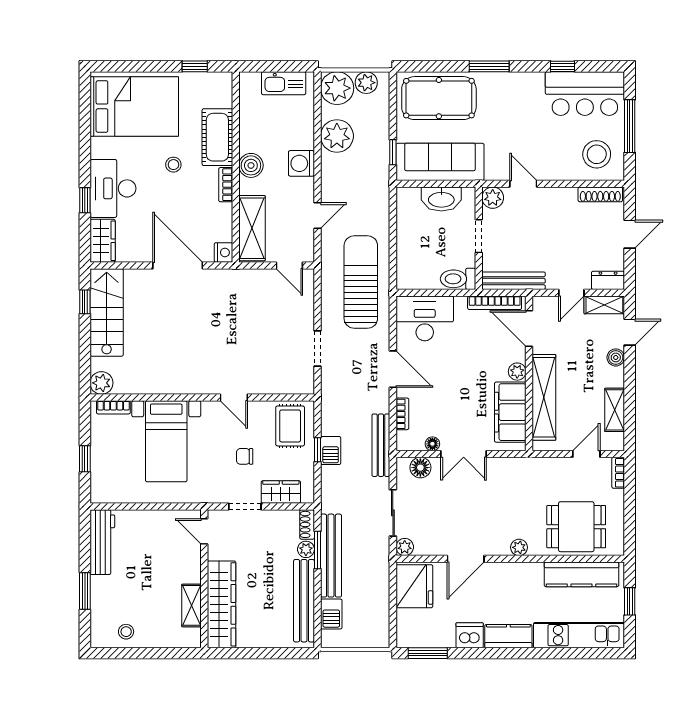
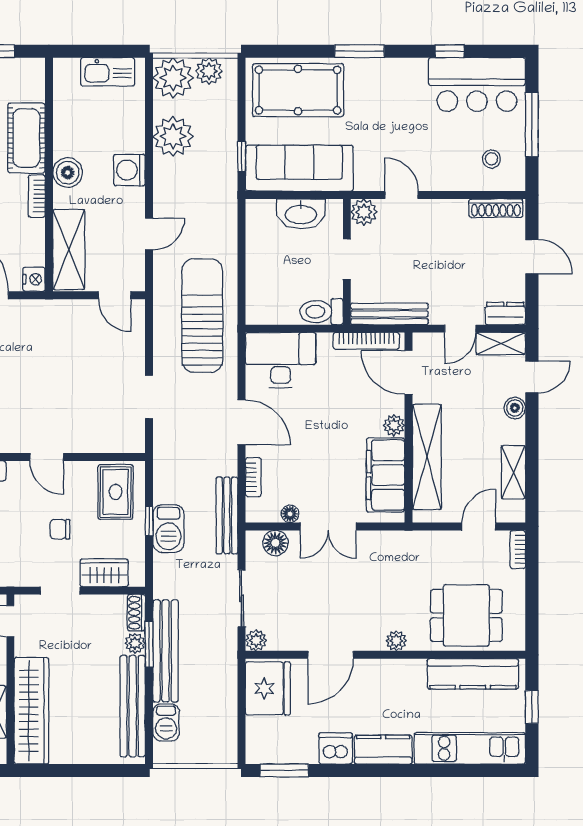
stool: (597, 154) -> (491, 159), width x0.53, depth x0.53
door: (630, 234) -> (532, 257), hinge flipped
barbecue: (331, 451) -> (169, 529), width x1.38, depth x1.27

